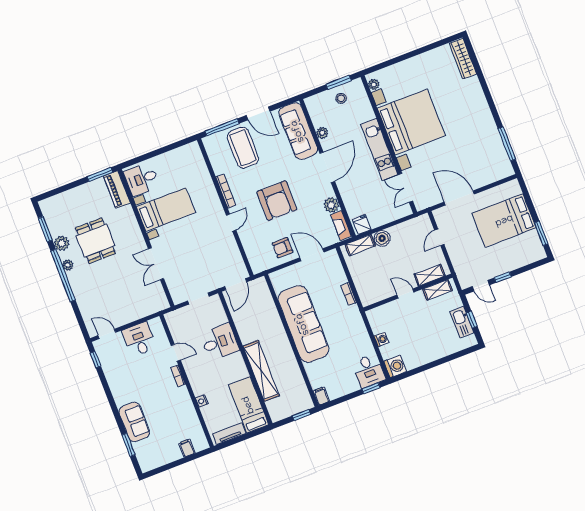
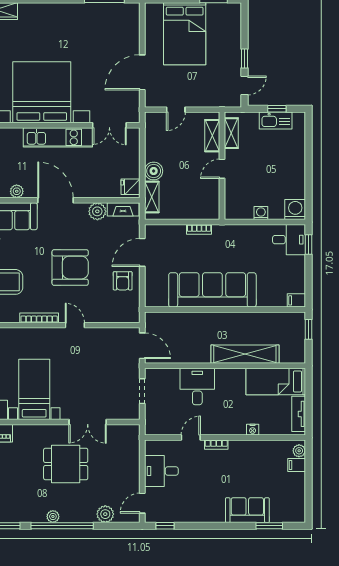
door: (439, 237) -> (176, 110), hinge flipped
dining table: (96, 241) -> (66, 464), moved
plant: (62, 243) -> (105, 514), moved
plant: (199, 446) -> (299, 451), added

